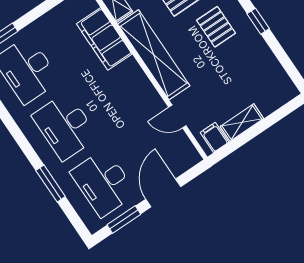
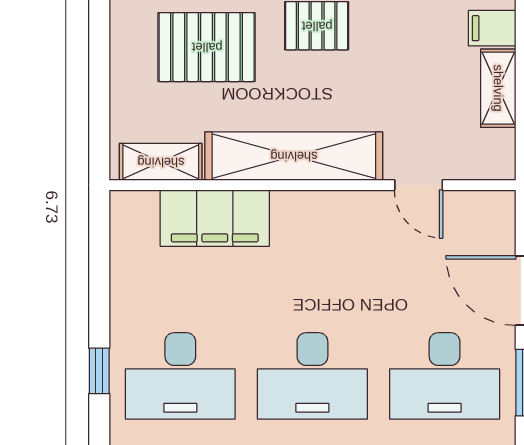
door: (177, 117) -> (419, 185), hinge flipped
filing cabinet: (214, 137) -> (492, 28), moved

